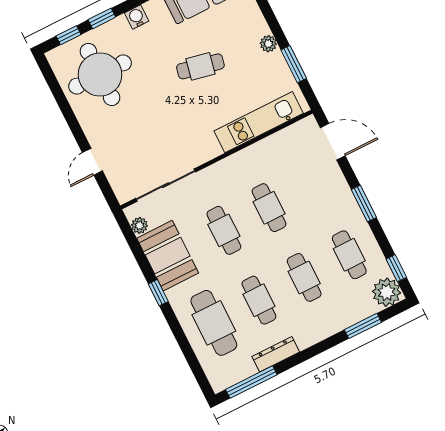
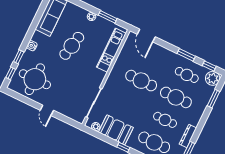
cafe table: (200, 66) -> (72, 46), width x1.37, depth x1.35
door: (333, 142) -> (146, 36), swing flipped
door: (92, 162) -> (47, 110), moved
window: (364, 204) -> (186, 55), moved
cafe table: (269, 208) -> (141, 81), width x1.37, depth x1.35
cafe table: (224, 230) -> (130, 103), removed
cafe table: (304, 277) -> (176, 97), width x1.37, depth x1.35

